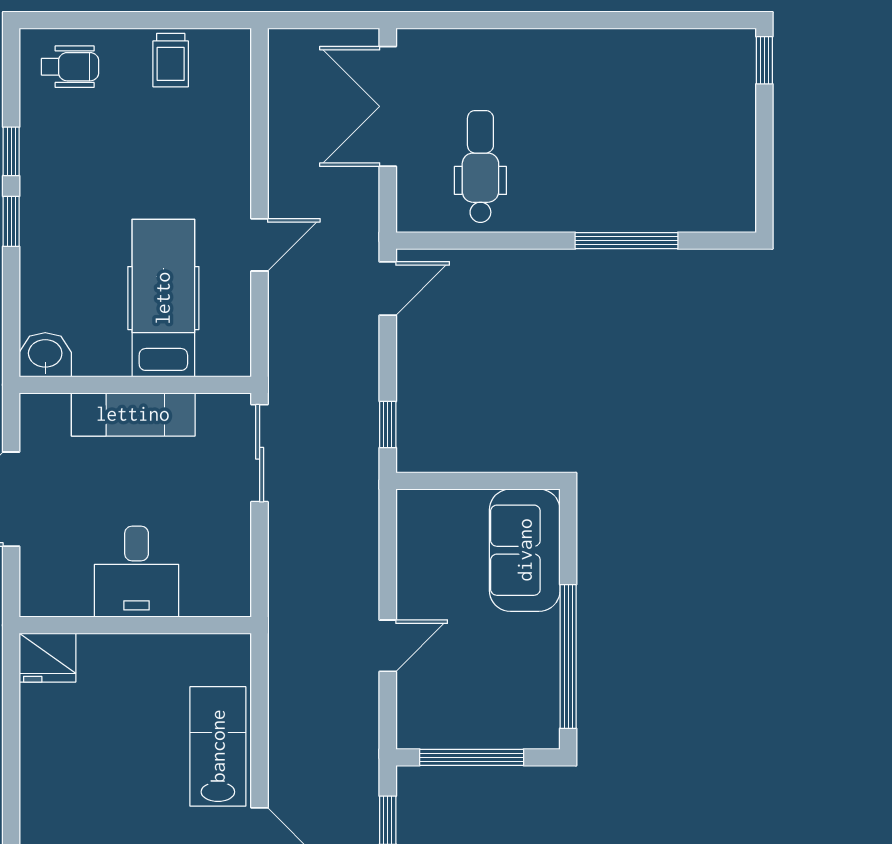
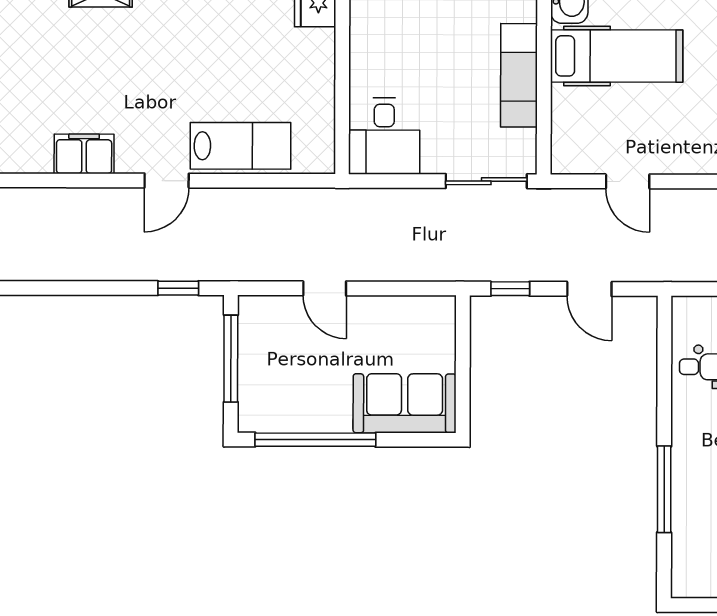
door: (260, 245) -> (628, 181), moved
door: (388, 288) -> (589, 289), moved
hospital bed: (163, 298) -> (617, 56), moved
desk: (137, 572) -> (384, 136), moved, turned -90

